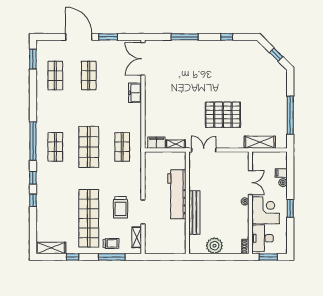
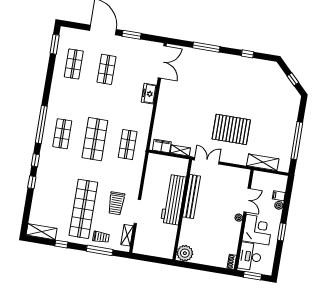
double door: (143, 59) -> (162, 62), swing flipped
bench: (194, 213) -> (191, 197), moved
plant: (214, 246) -> (185, 253), moved

